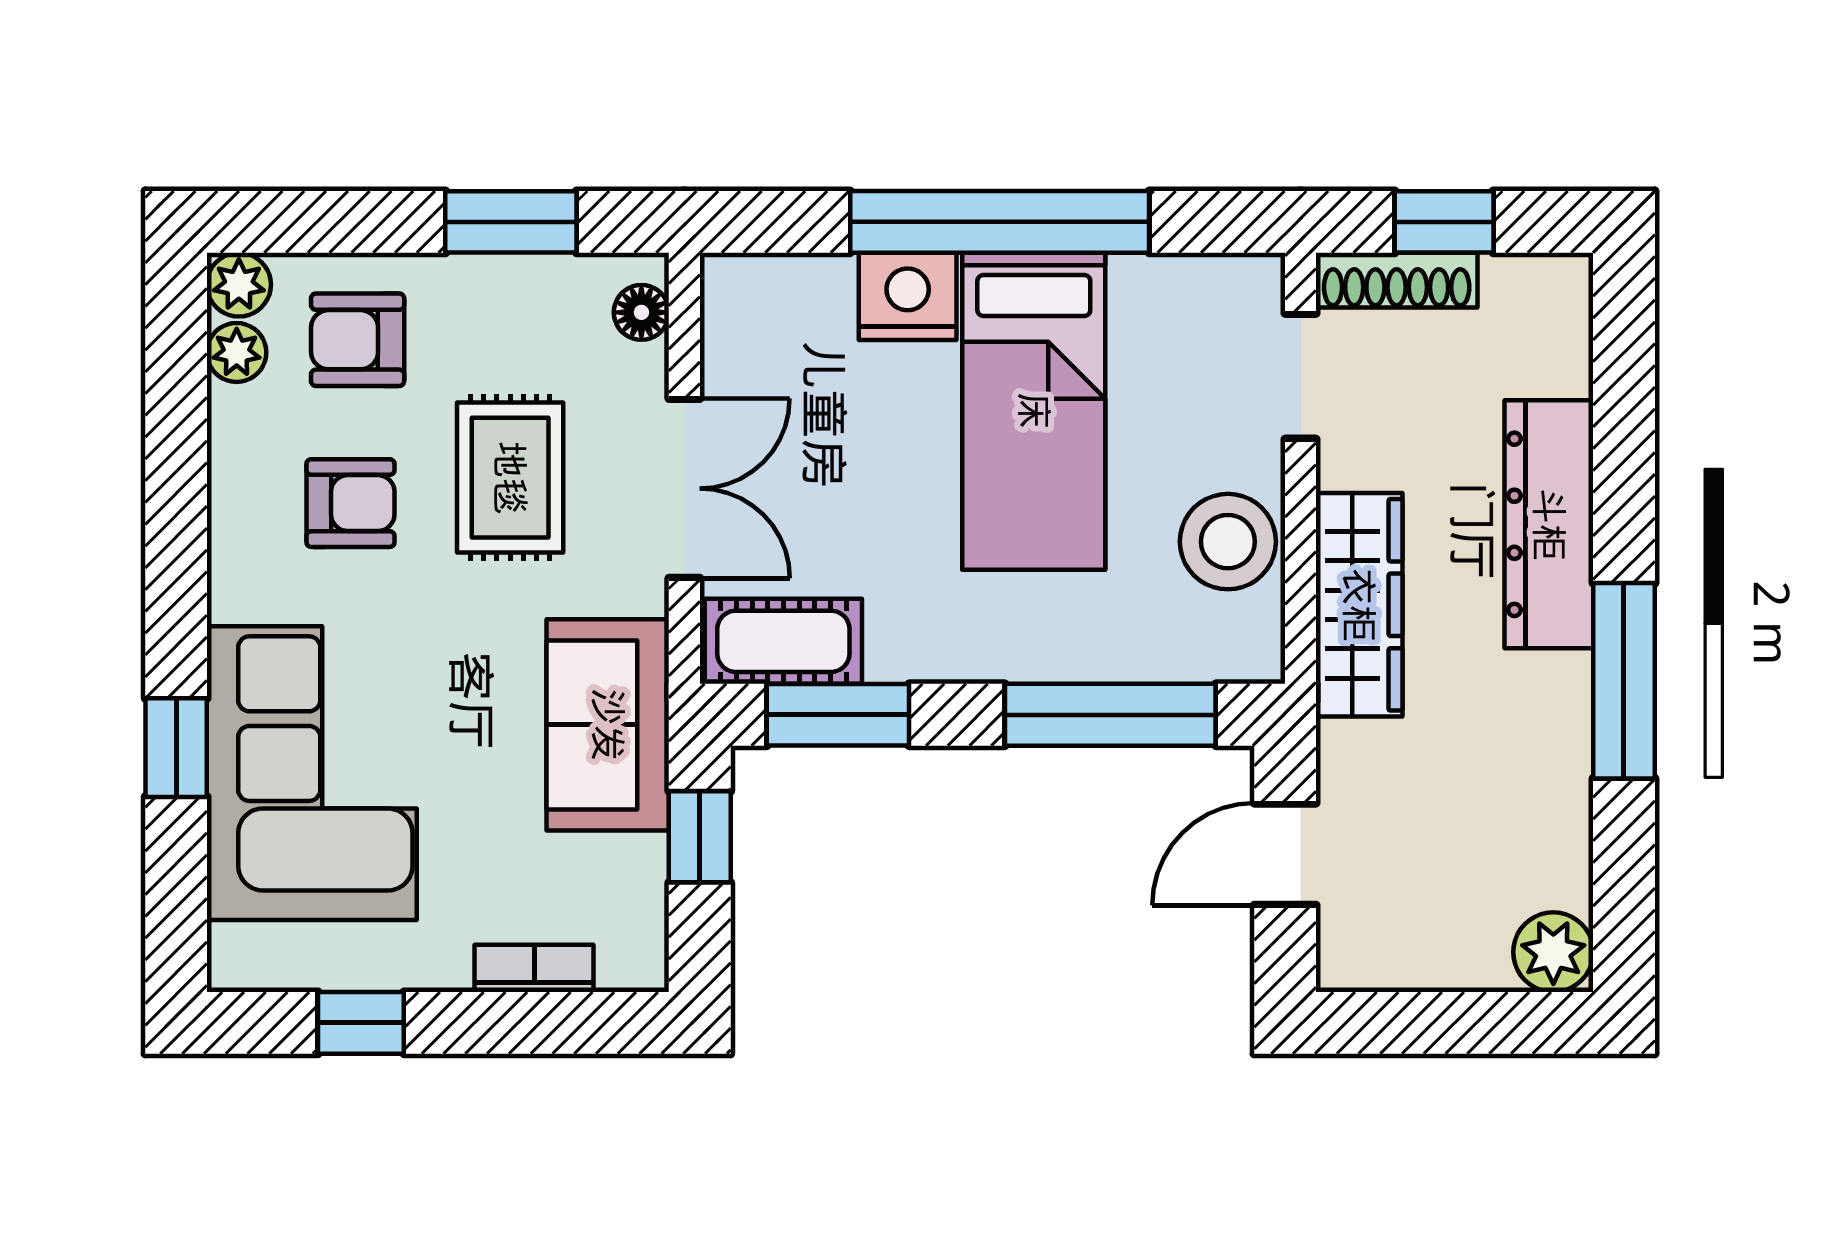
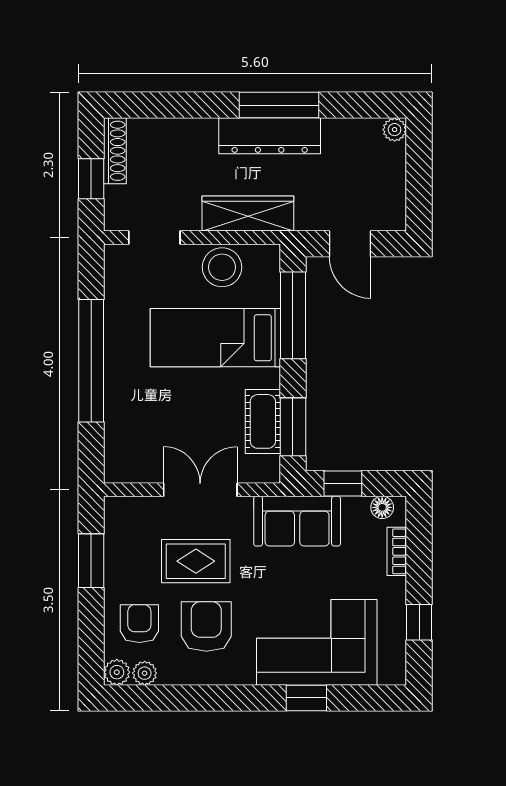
shoe rack: (1397, 280) -> (115, 151), moved
nightstand: (908, 296) -> (122, 398), removed
floor lamp: (641, 312) -> (382, 507), moved
armchair: (358, 340) -> (139, 624), turned 180
bed: (1034, 411) -> (215, 338), moved, turned 180
armchair: (350, 503) -> (206, 627), width x1.38, depth x1.38
dresser: (1549, 524) -> (270, 136), moved
cot: (783, 641) -> (263, 421), moved
plant: (1553, 952) -> (395, 130), width x0.73, depth x0.73

